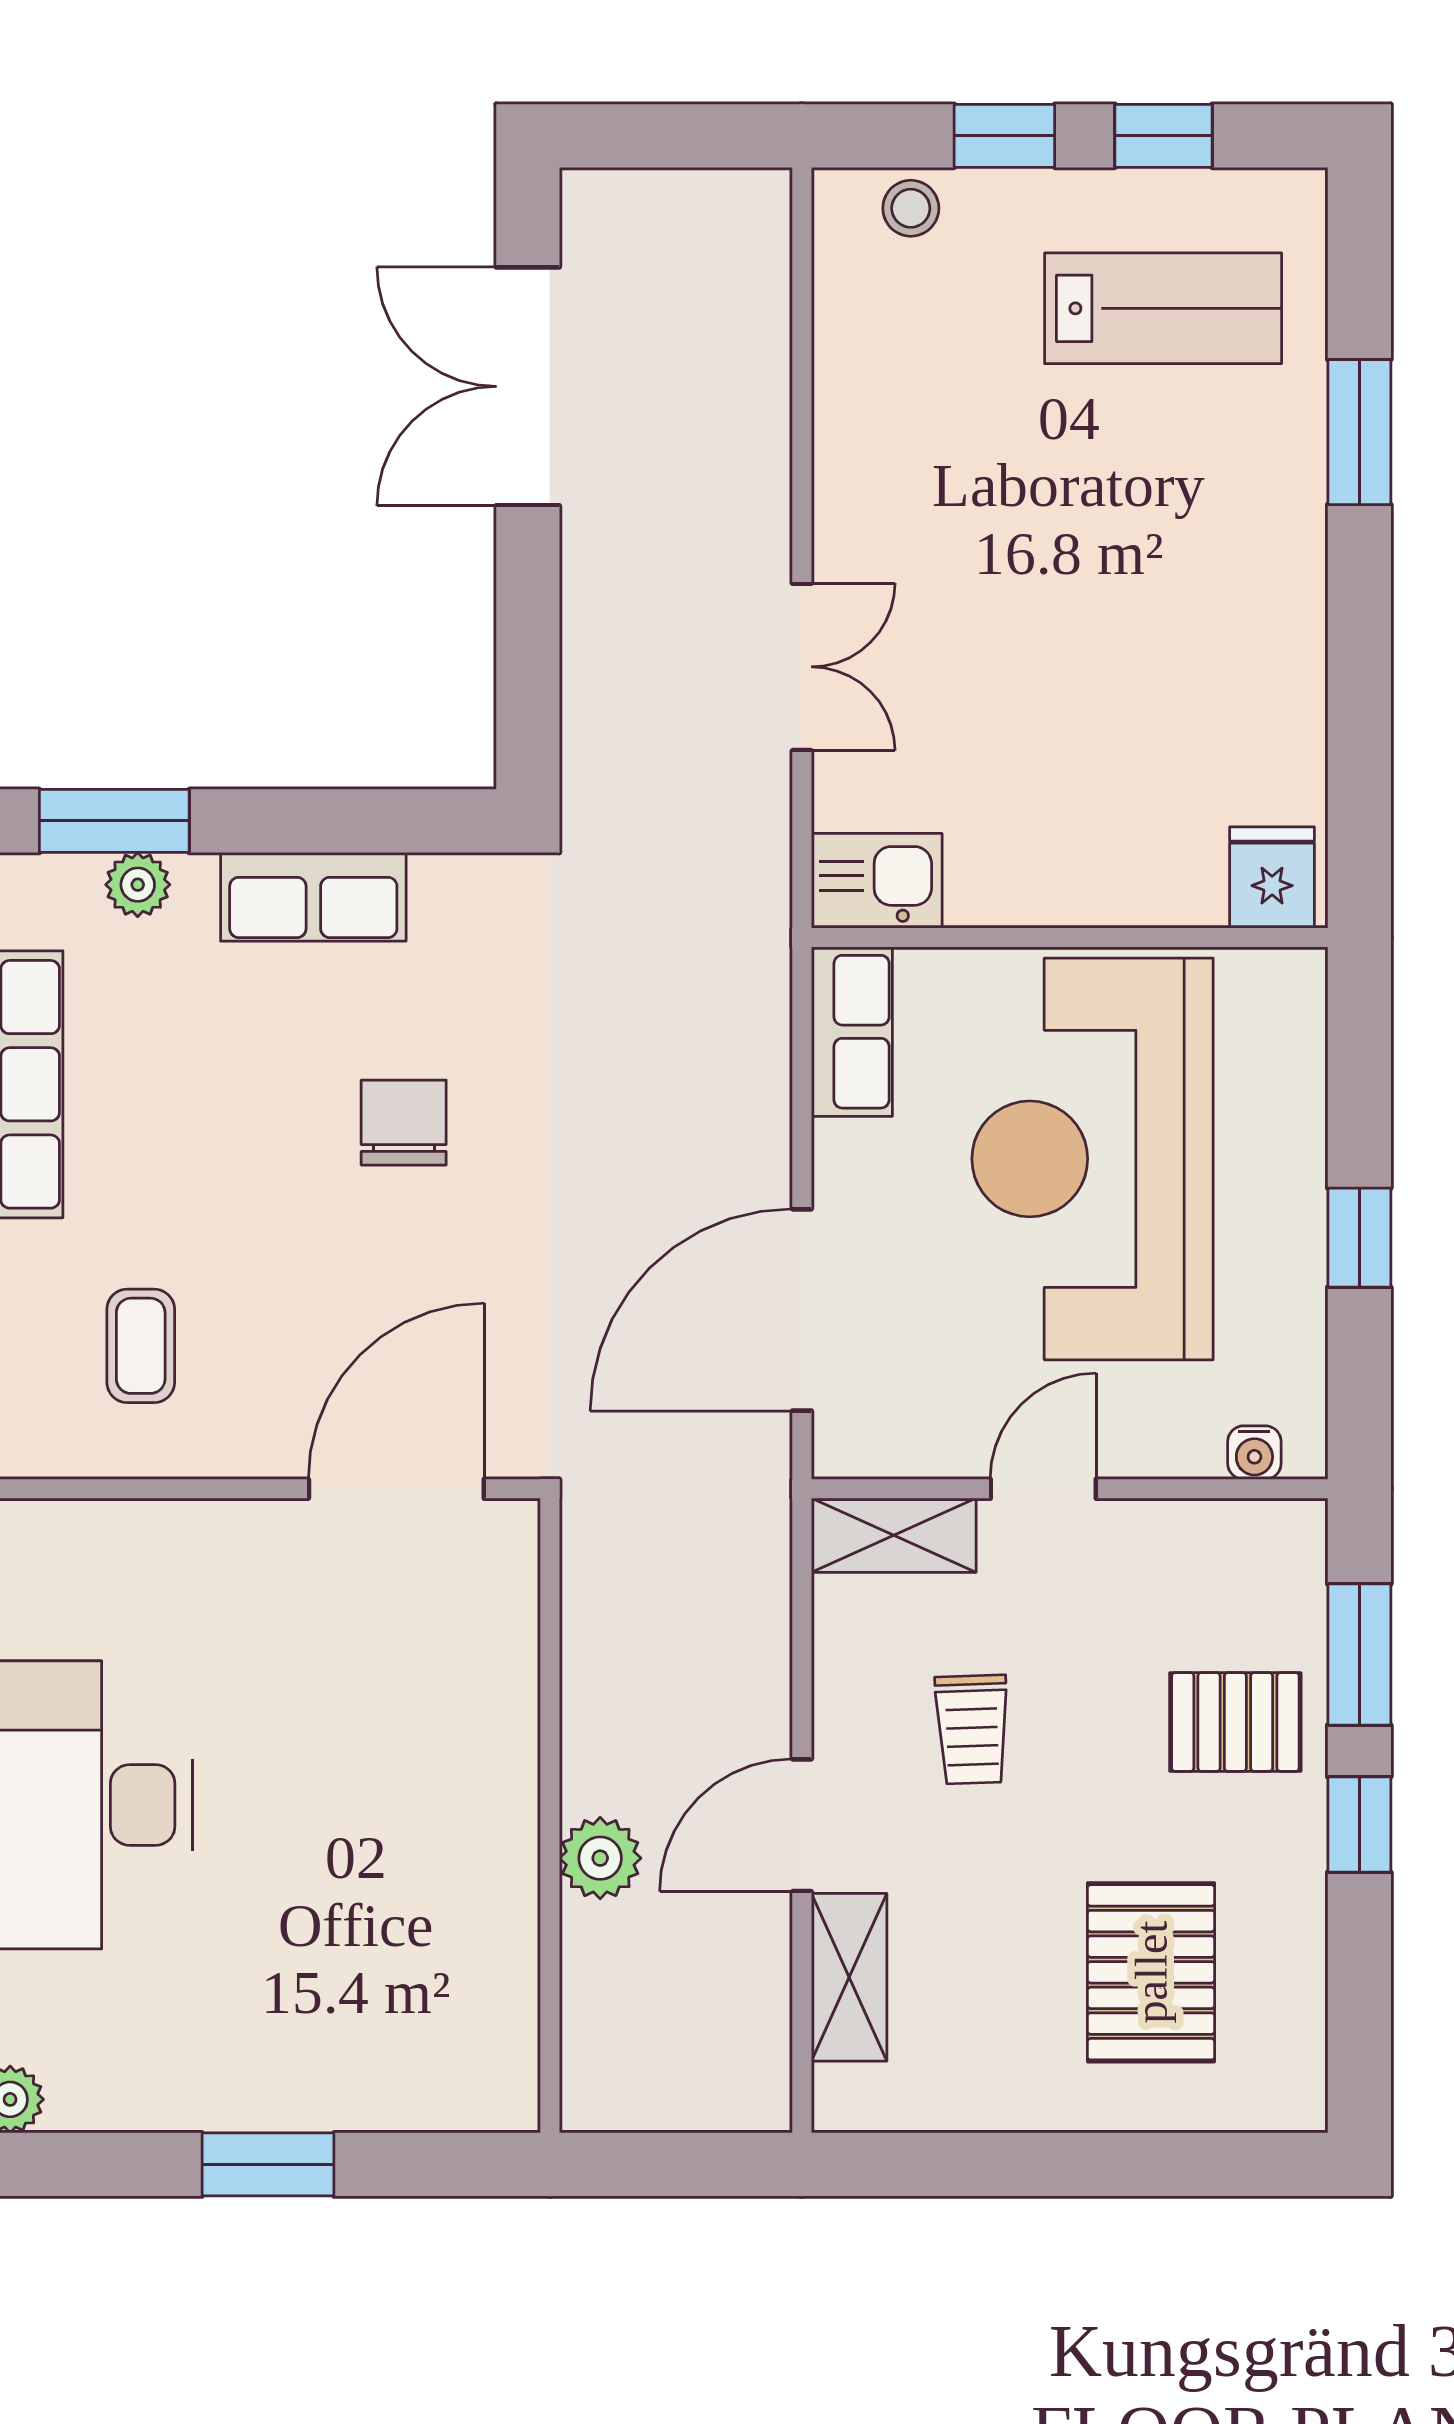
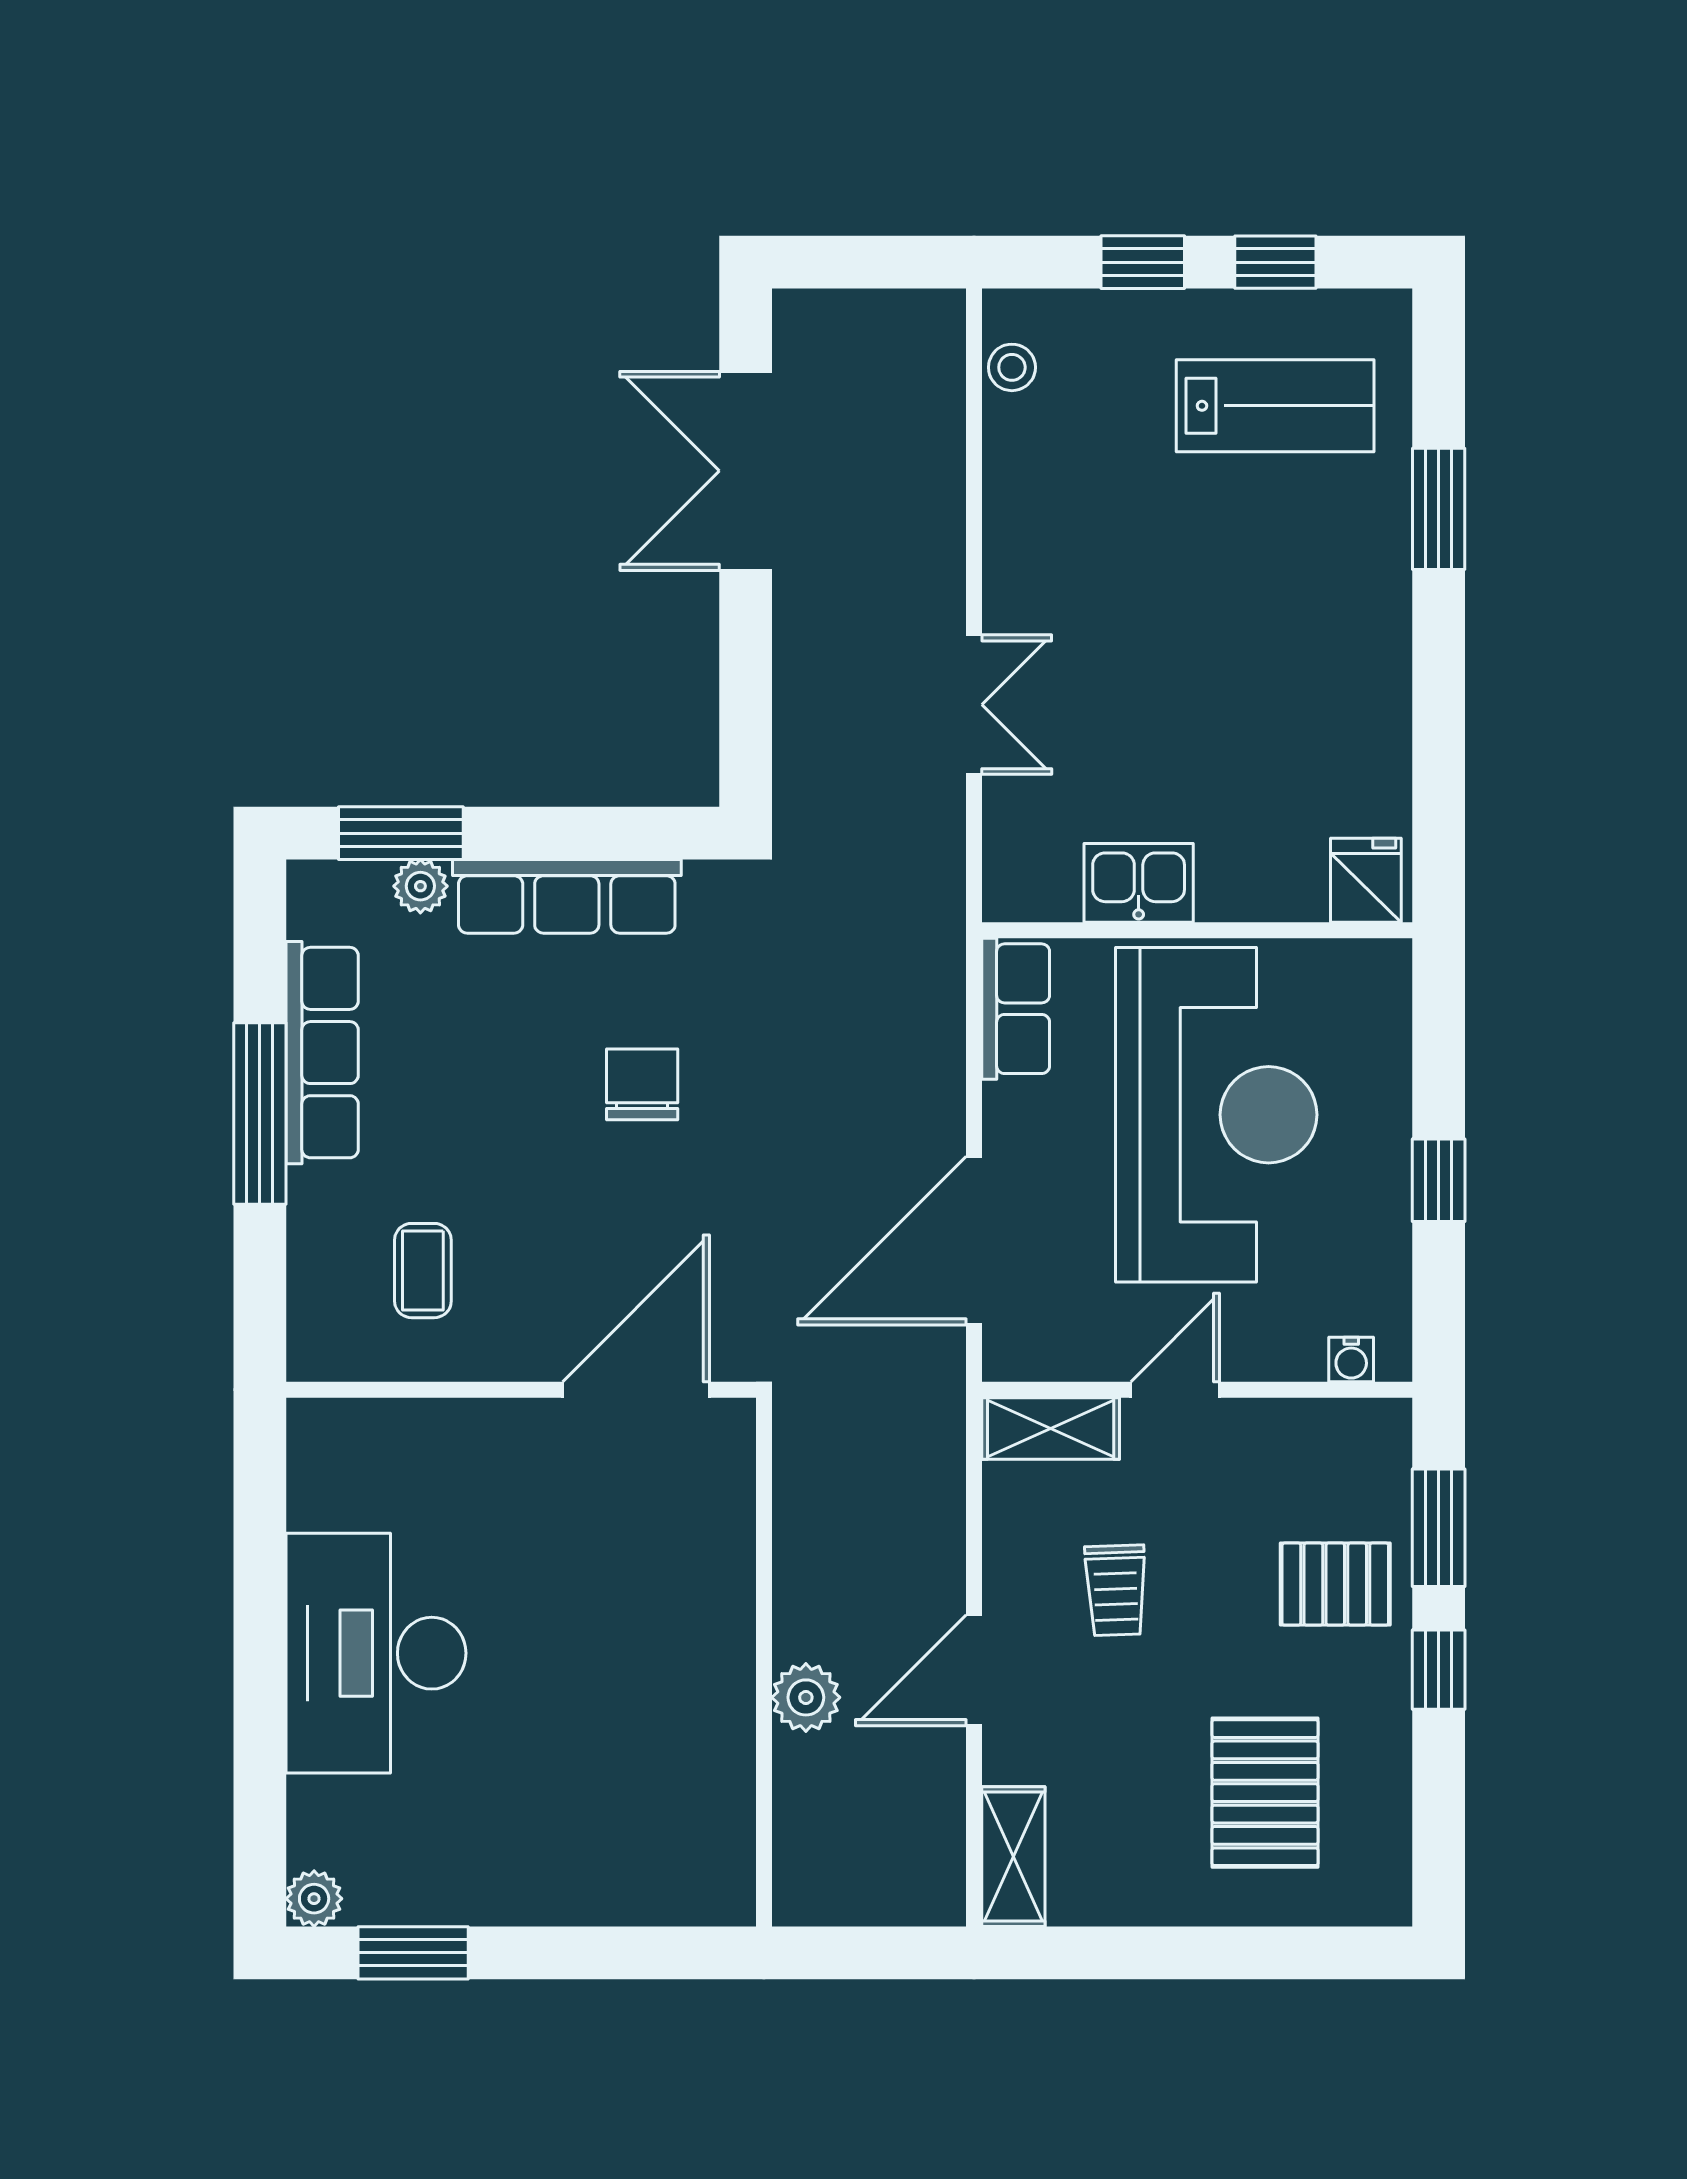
stool: (911, 208) -> (1012, 367), moved
kitchen sink: (877, 881) -> (1139, 883), moved
row of seats: (313, 897) -> (567, 896), width x1.48
reception desk: (1093, 1159) -> (1216, 1115), turned 180
shelving: (849, 1977) -> (1013, 1857), moved
window: (268, 2164) -> (413, 1953), moved

